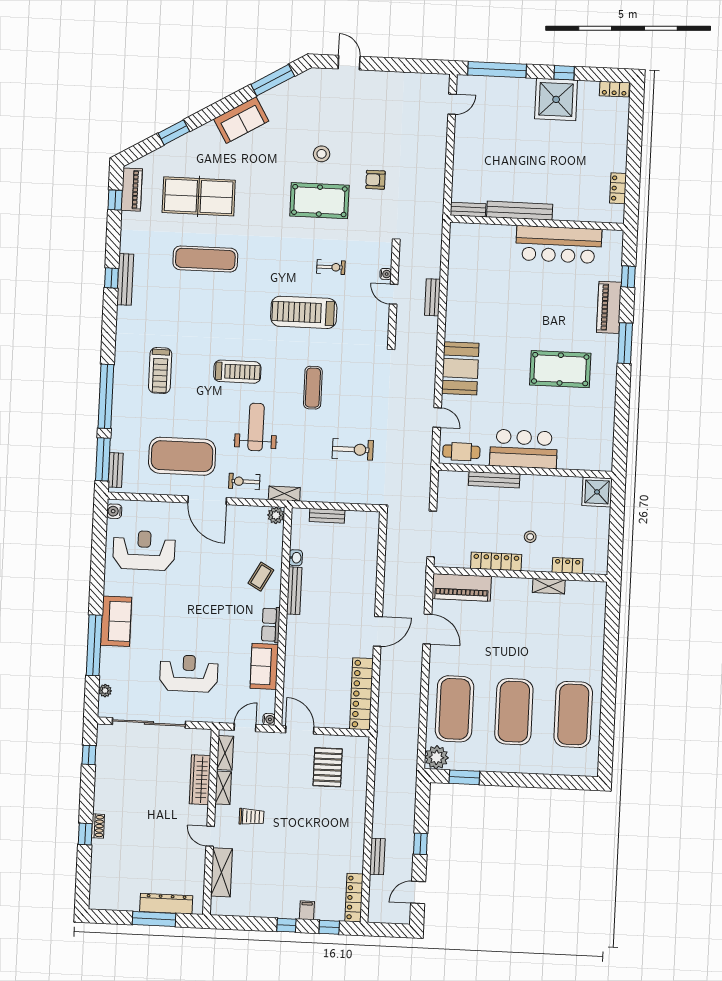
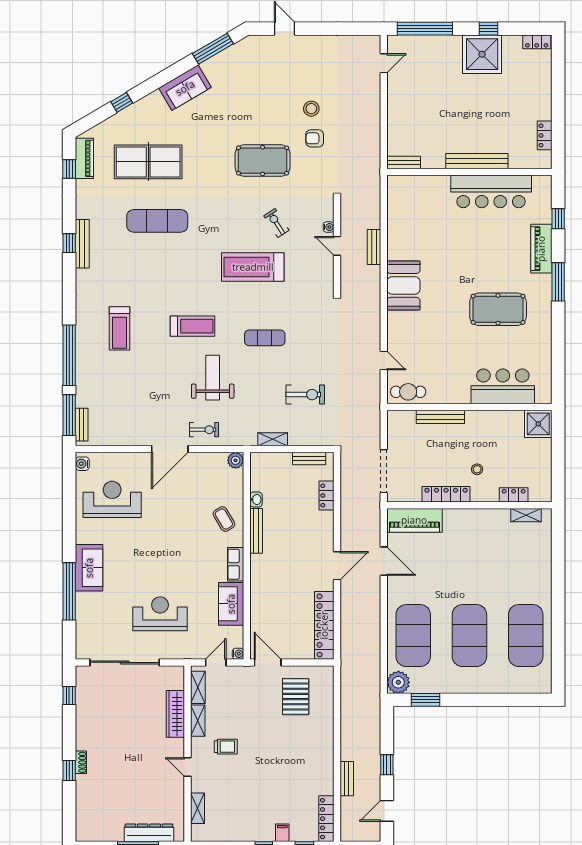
window: (174, 132) -> (122, 102), width x0.67
stool: (322, 154) -> (311, 109), moved
bench: (520, 211) -> (477, 161), moved
exercise bike: (331, 267) -> (276, 223), turned -123
booth: (460, 368) -> (403, 285), moved
exercise mat: (313, 388) -> (265, 338), turned 90
bar counter: (524, 449) -> (503, 386), moved
exercise mat: (182, 456) -> (144, 409), removed
exercise bike: (244, 481) -> (204, 430), turned 180
shelving: (284, 494) -> (273, 439), moved
door: (207, 500) -> (170, 449), hinge flipped
bench: (327, 516) -> (309, 459), moved
locker: (370, 557) -> (327, 496), added
coffee table: (261, 577) -> (224, 519), turned -60
shelving: (549, 586) -> (526, 515), moved
plant: (105, 691) -> (82, 634), removed
shelving: (221, 872) -> (198, 808), width x0.67, depth x0.75

